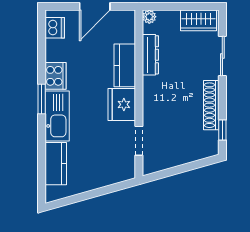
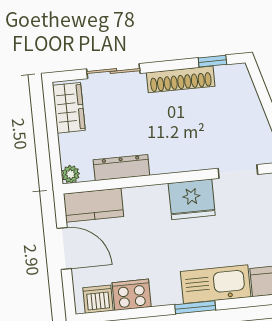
kitchen counter: (125, 65) -> (93, 205), moved
cooker: (56, 76) -> (132, 295), moved

